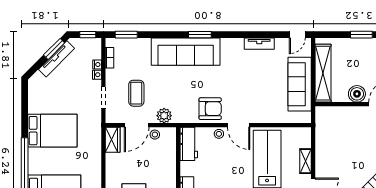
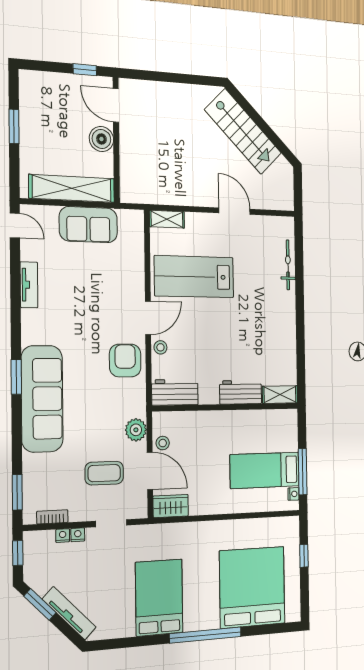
tv unit: (56, 59) -> (69, 613), moved
sofa: (300, 84) -> (88, 225), width x0.73
shelving: (306, 161) -> (167, 219), moved

